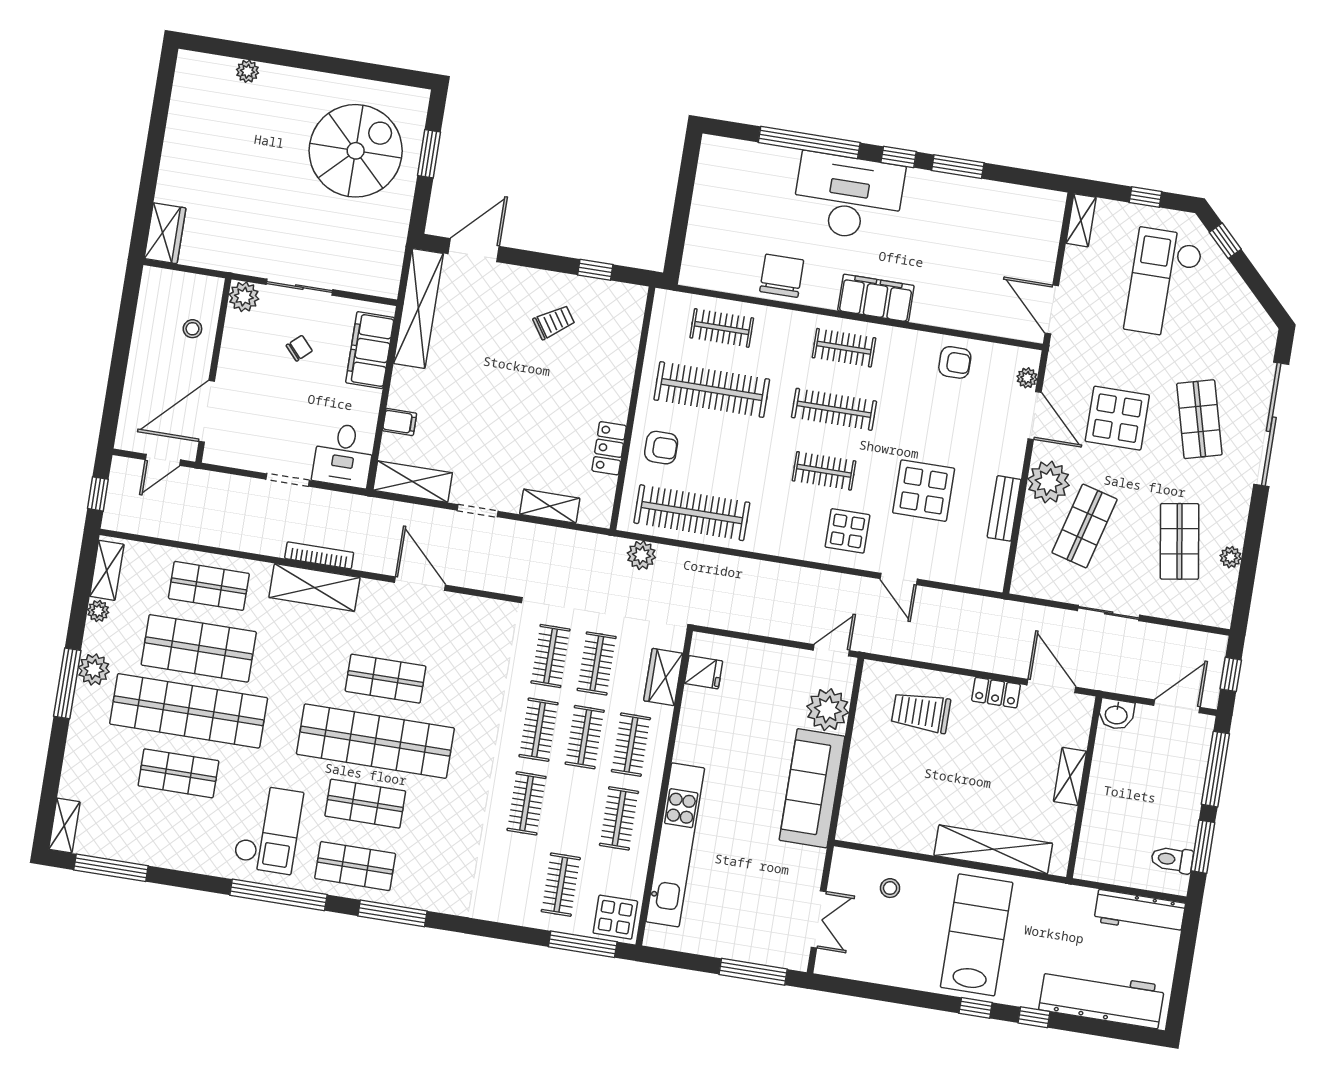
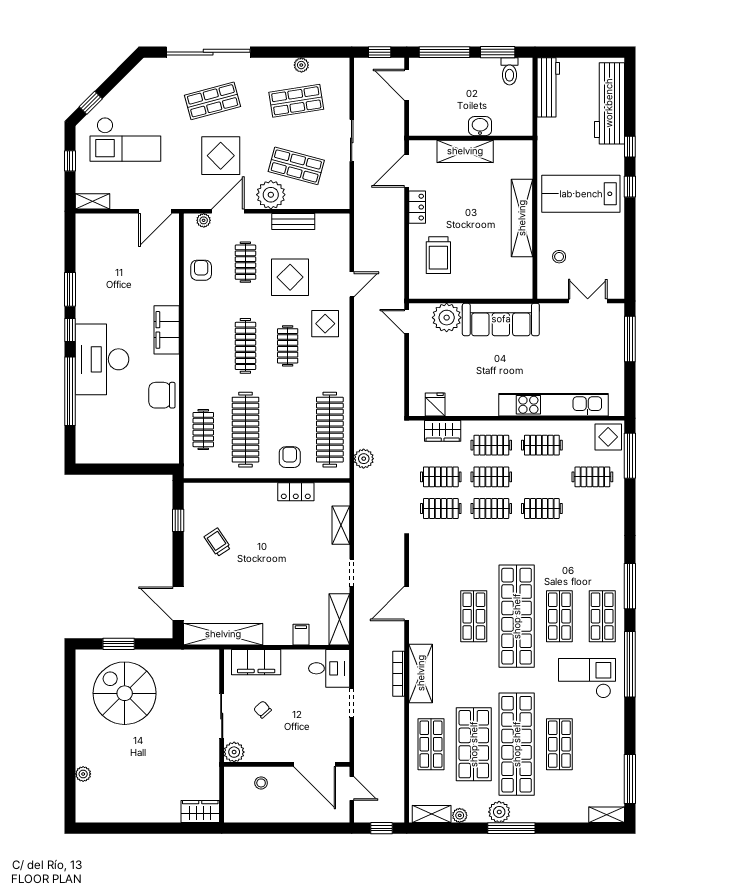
clothes rail: (844, 348) -> (245, 262), moved
washbasin: (1116, 714) -> (480, 126), moved, turned -90
shelving: (1070, 776) -> (465, 151), width x1.50, depth x1.33
shelving: (993, 849) -> (522, 218), moved

